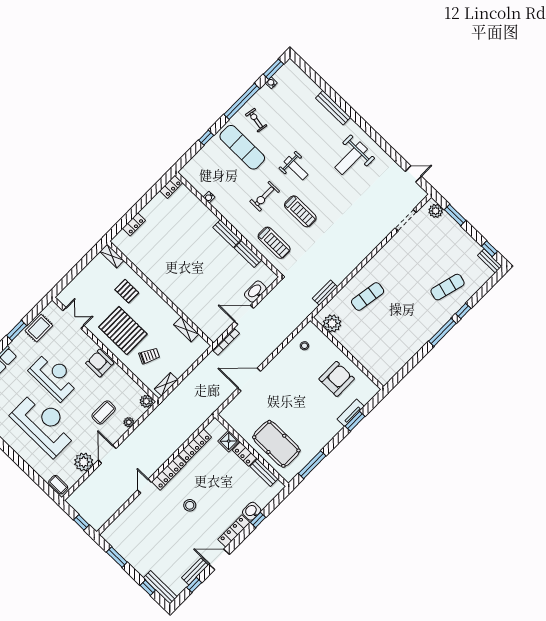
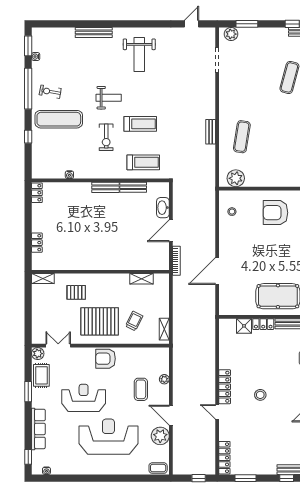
bench: (325, 293) -> (211, 132), moved
armchair: (337, 379) -> (276, 213), turned -90
plant: (146, 401) -> (38, 354), moved
locker: (195, 446) -> (224, 458), moved

